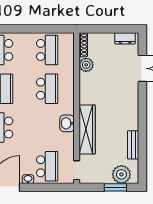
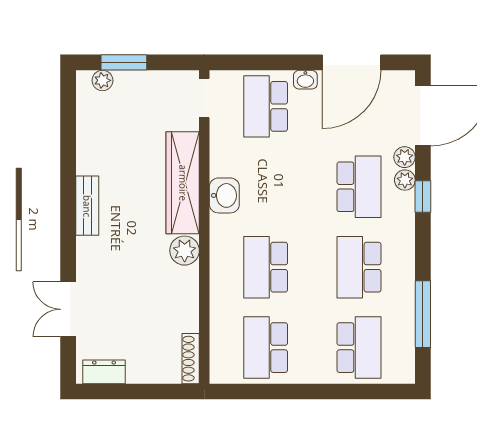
plant: (86, 65) -> (185, 251), moved
bench: (133, 145) -> (87, 206), moved
plant: (121, 174) -> (103, 80), width x0.53, depth x0.53

